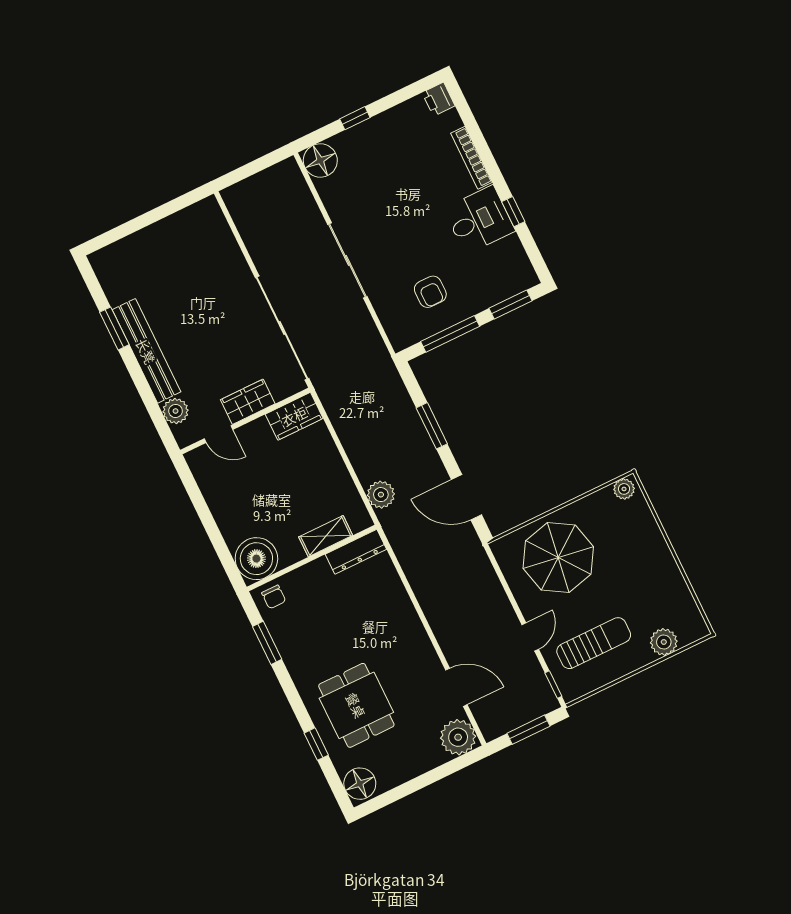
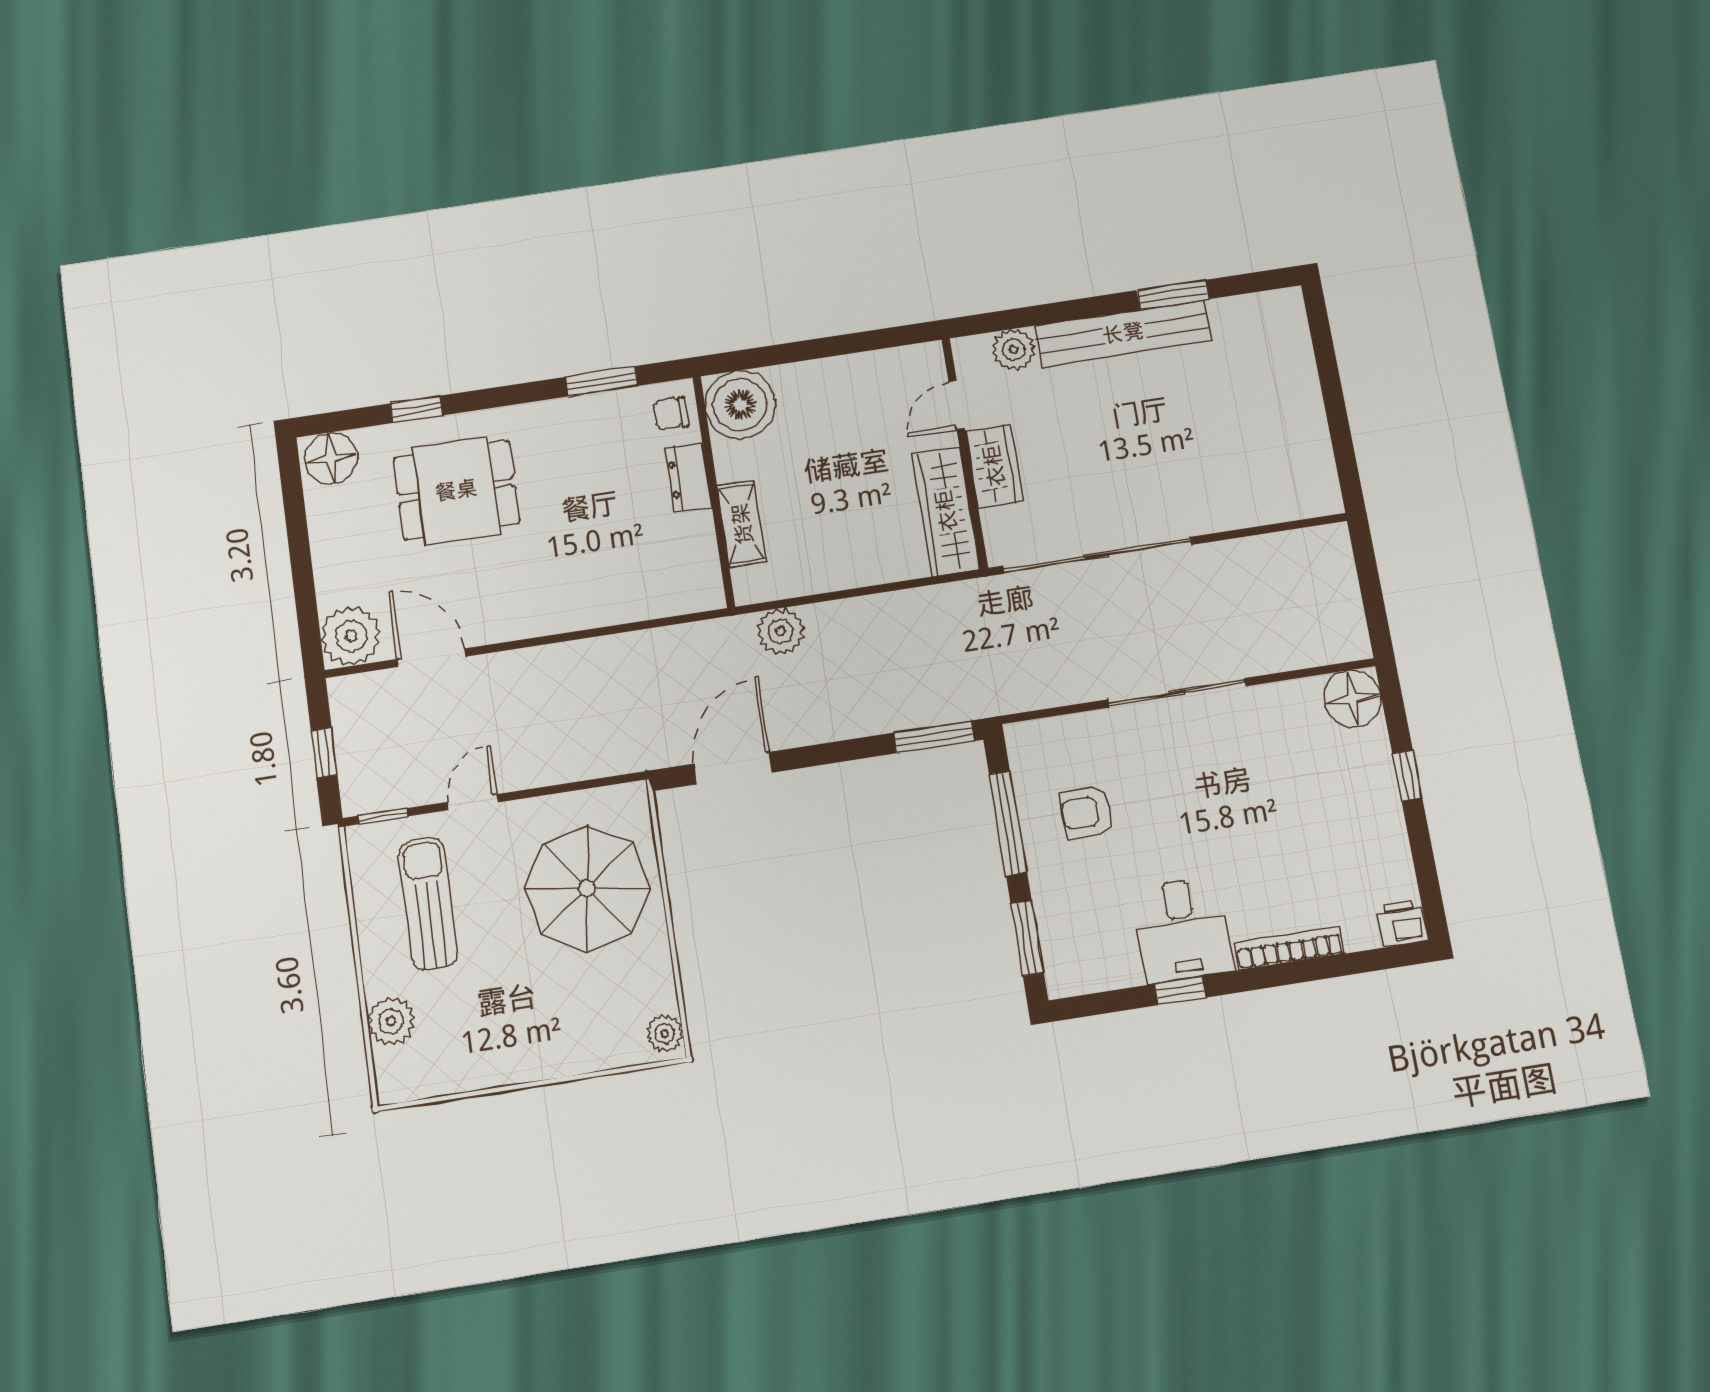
wardrobe: (294, 416) -> (946, 511), width x1.50
window: (432, 426) -> (934, 737), moved
dresser: (356, 552) -> (688, 478), moved, width x0.70
door: (530, 637) -> (473, 802), swing flipped
sun lounger: (594, 643) -> (428, 904), turned 180
door: (456, 687) -> (432, 658), swing flipped
window: (528, 730) -> (324, 753), width x0.67

